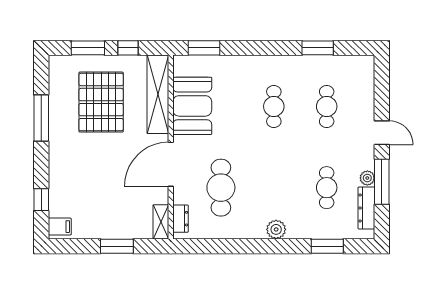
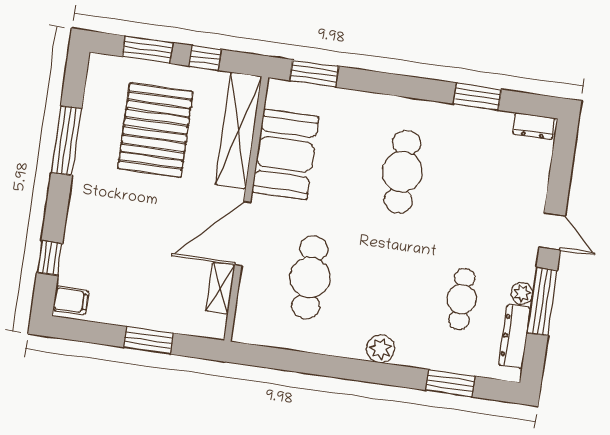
cafe table: (274, 106) -> (402, 172), width x1.37, depth x1.35
cafe table: (327, 106) -> (478, 183), removed
dresser: (181, 219) -> (534, 126), moved, turned 90
shelving: (161, 222) -> (220, 288), moved

